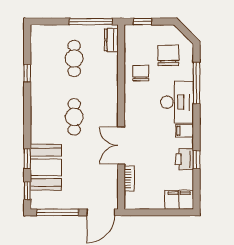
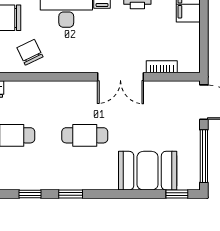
chair: (141, 73) -> (30, 52), turned 64
window: (27, 159) -> (71, 194), moved

